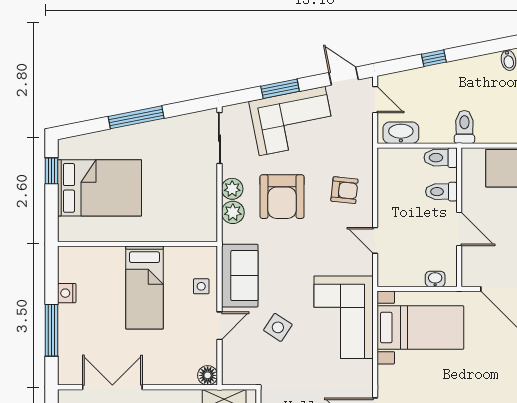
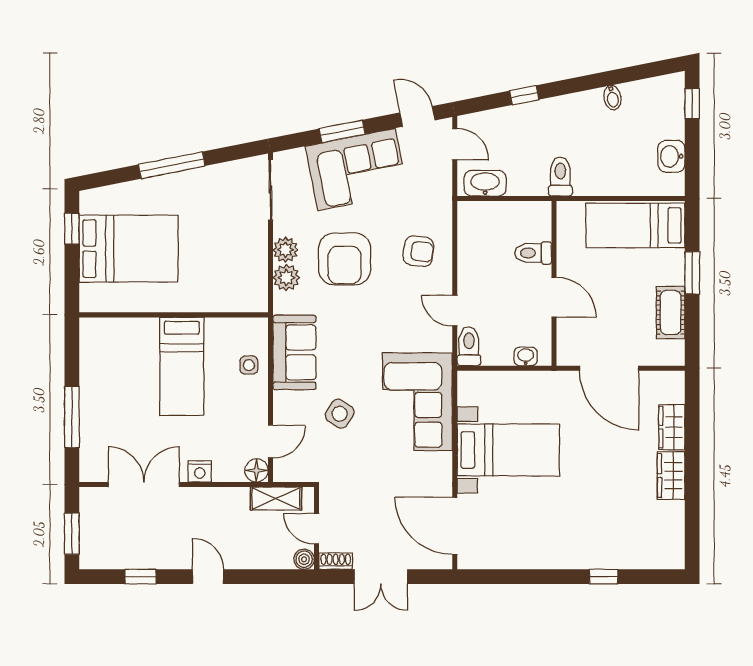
toilet: (441, 158) -> (469, 346), moved, turned 90
nightstand: (67, 293) -> (200, 471), moved, turned -90
door: (219, 326) -> (271, 442), moved
bed with nightstands: (420, 328) -> (508, 450), moved

